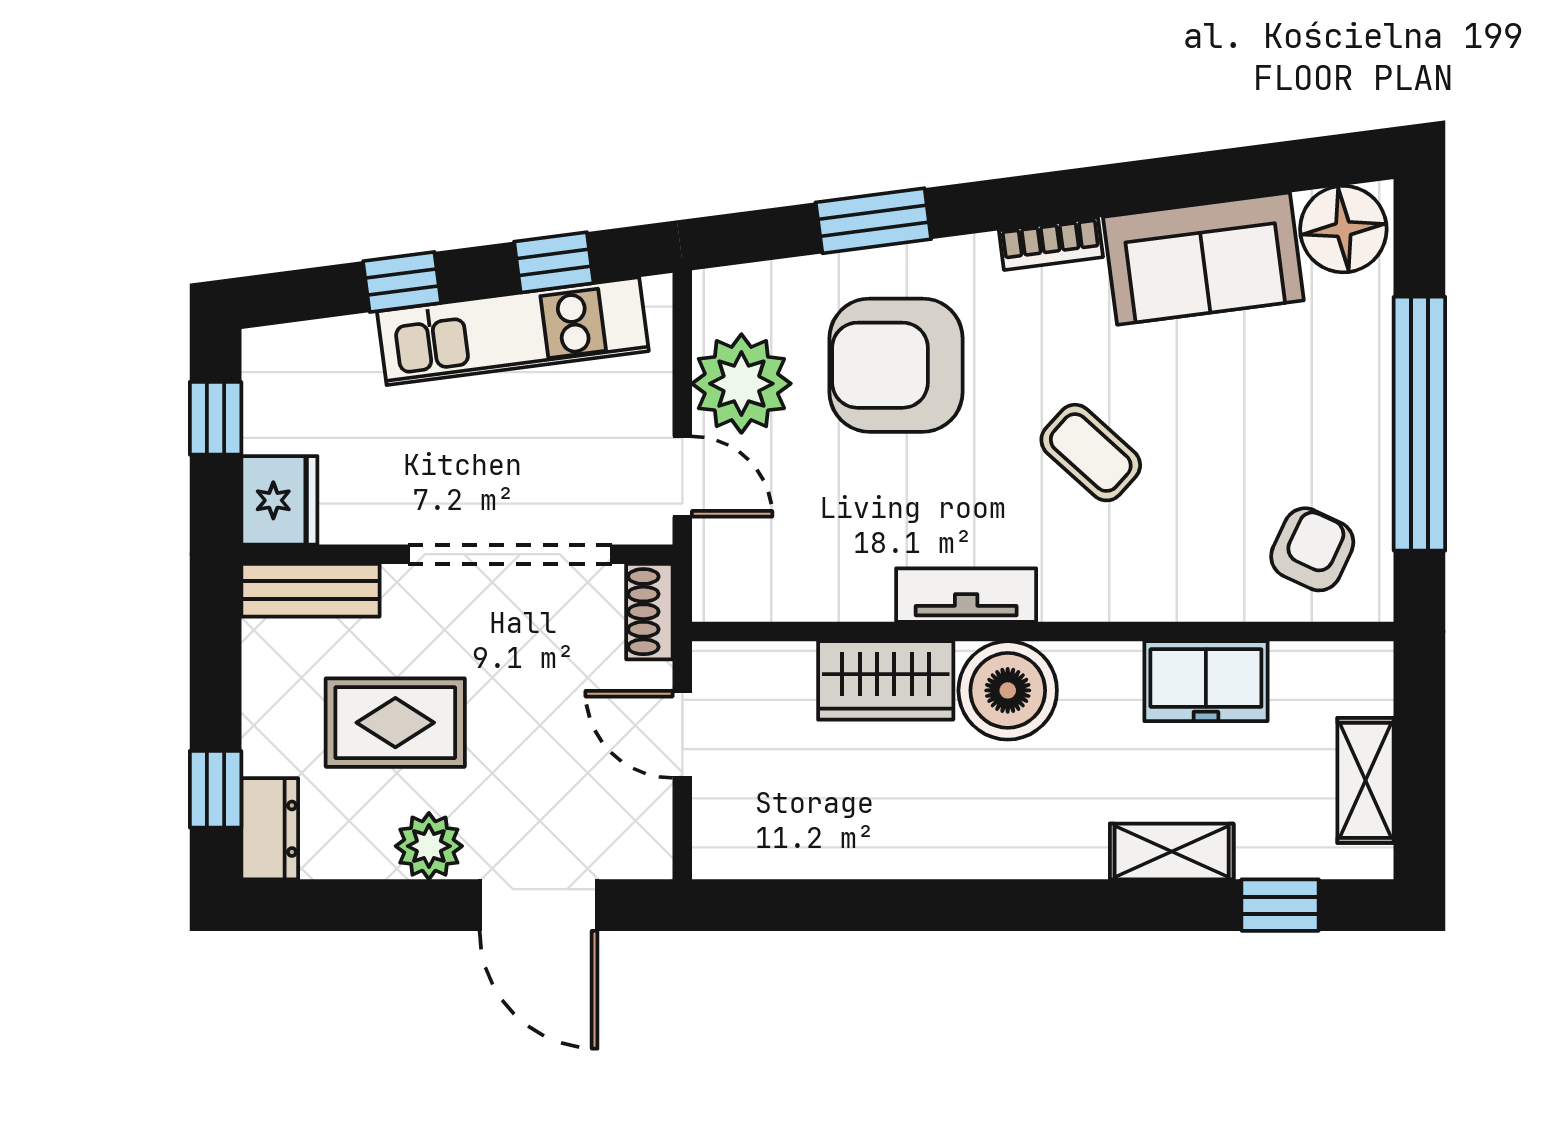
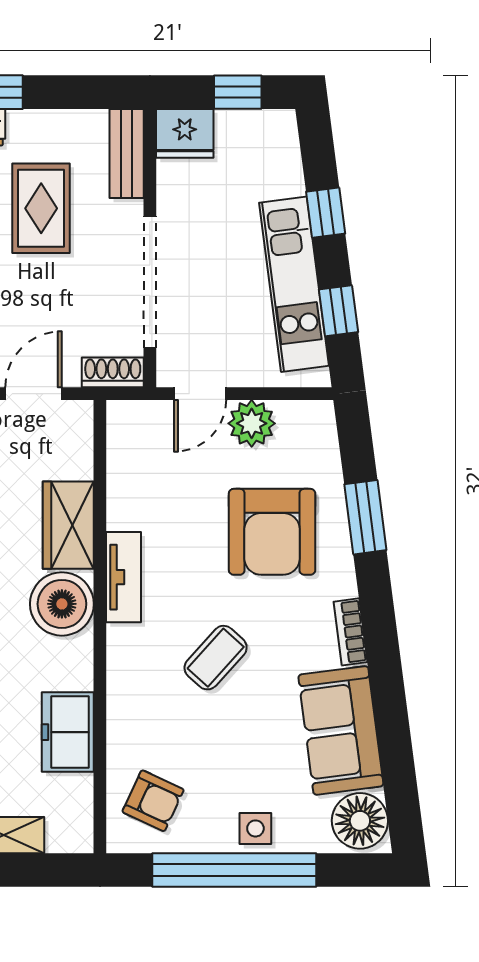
armchair: (896, 365) -> (272, 532), turned 180
plant: (741, 384) -> (252, 423), width x0.73, depth x0.73
side table: (1355, 391) -> (255, 828), added

